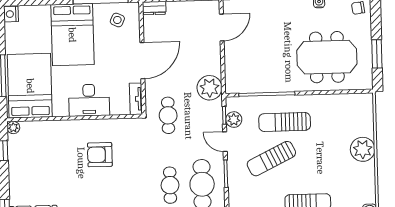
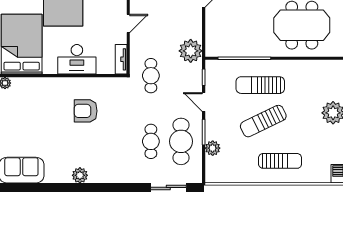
door: (142, 61) -> (128, 24), width x0.53
plant: (234, 120) -> (213, 148), moved
sun lounger: (271, 159) -> (263, 121), moved

